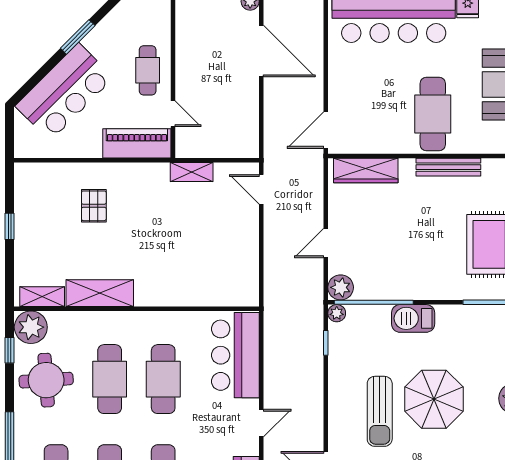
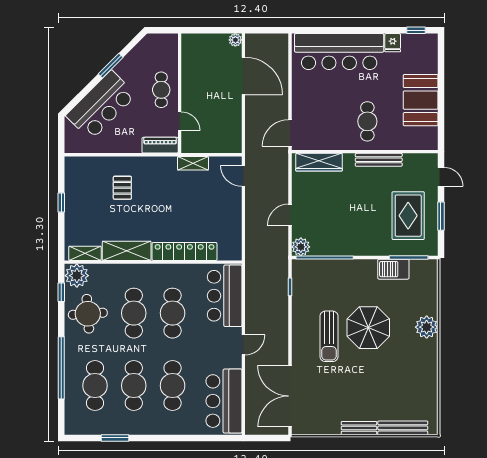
cafe table: (433, 114) -> (367, 121), width x0.73, depth x0.74
piano: (137, 143) -> (160, 145), width x0.73, depth x0.75
locker: (180, 294) -> (185, 251), added
plant: (337, 313) -> (298, 265), removed
barbecue: (413, 318) -> (393, 269), moved

